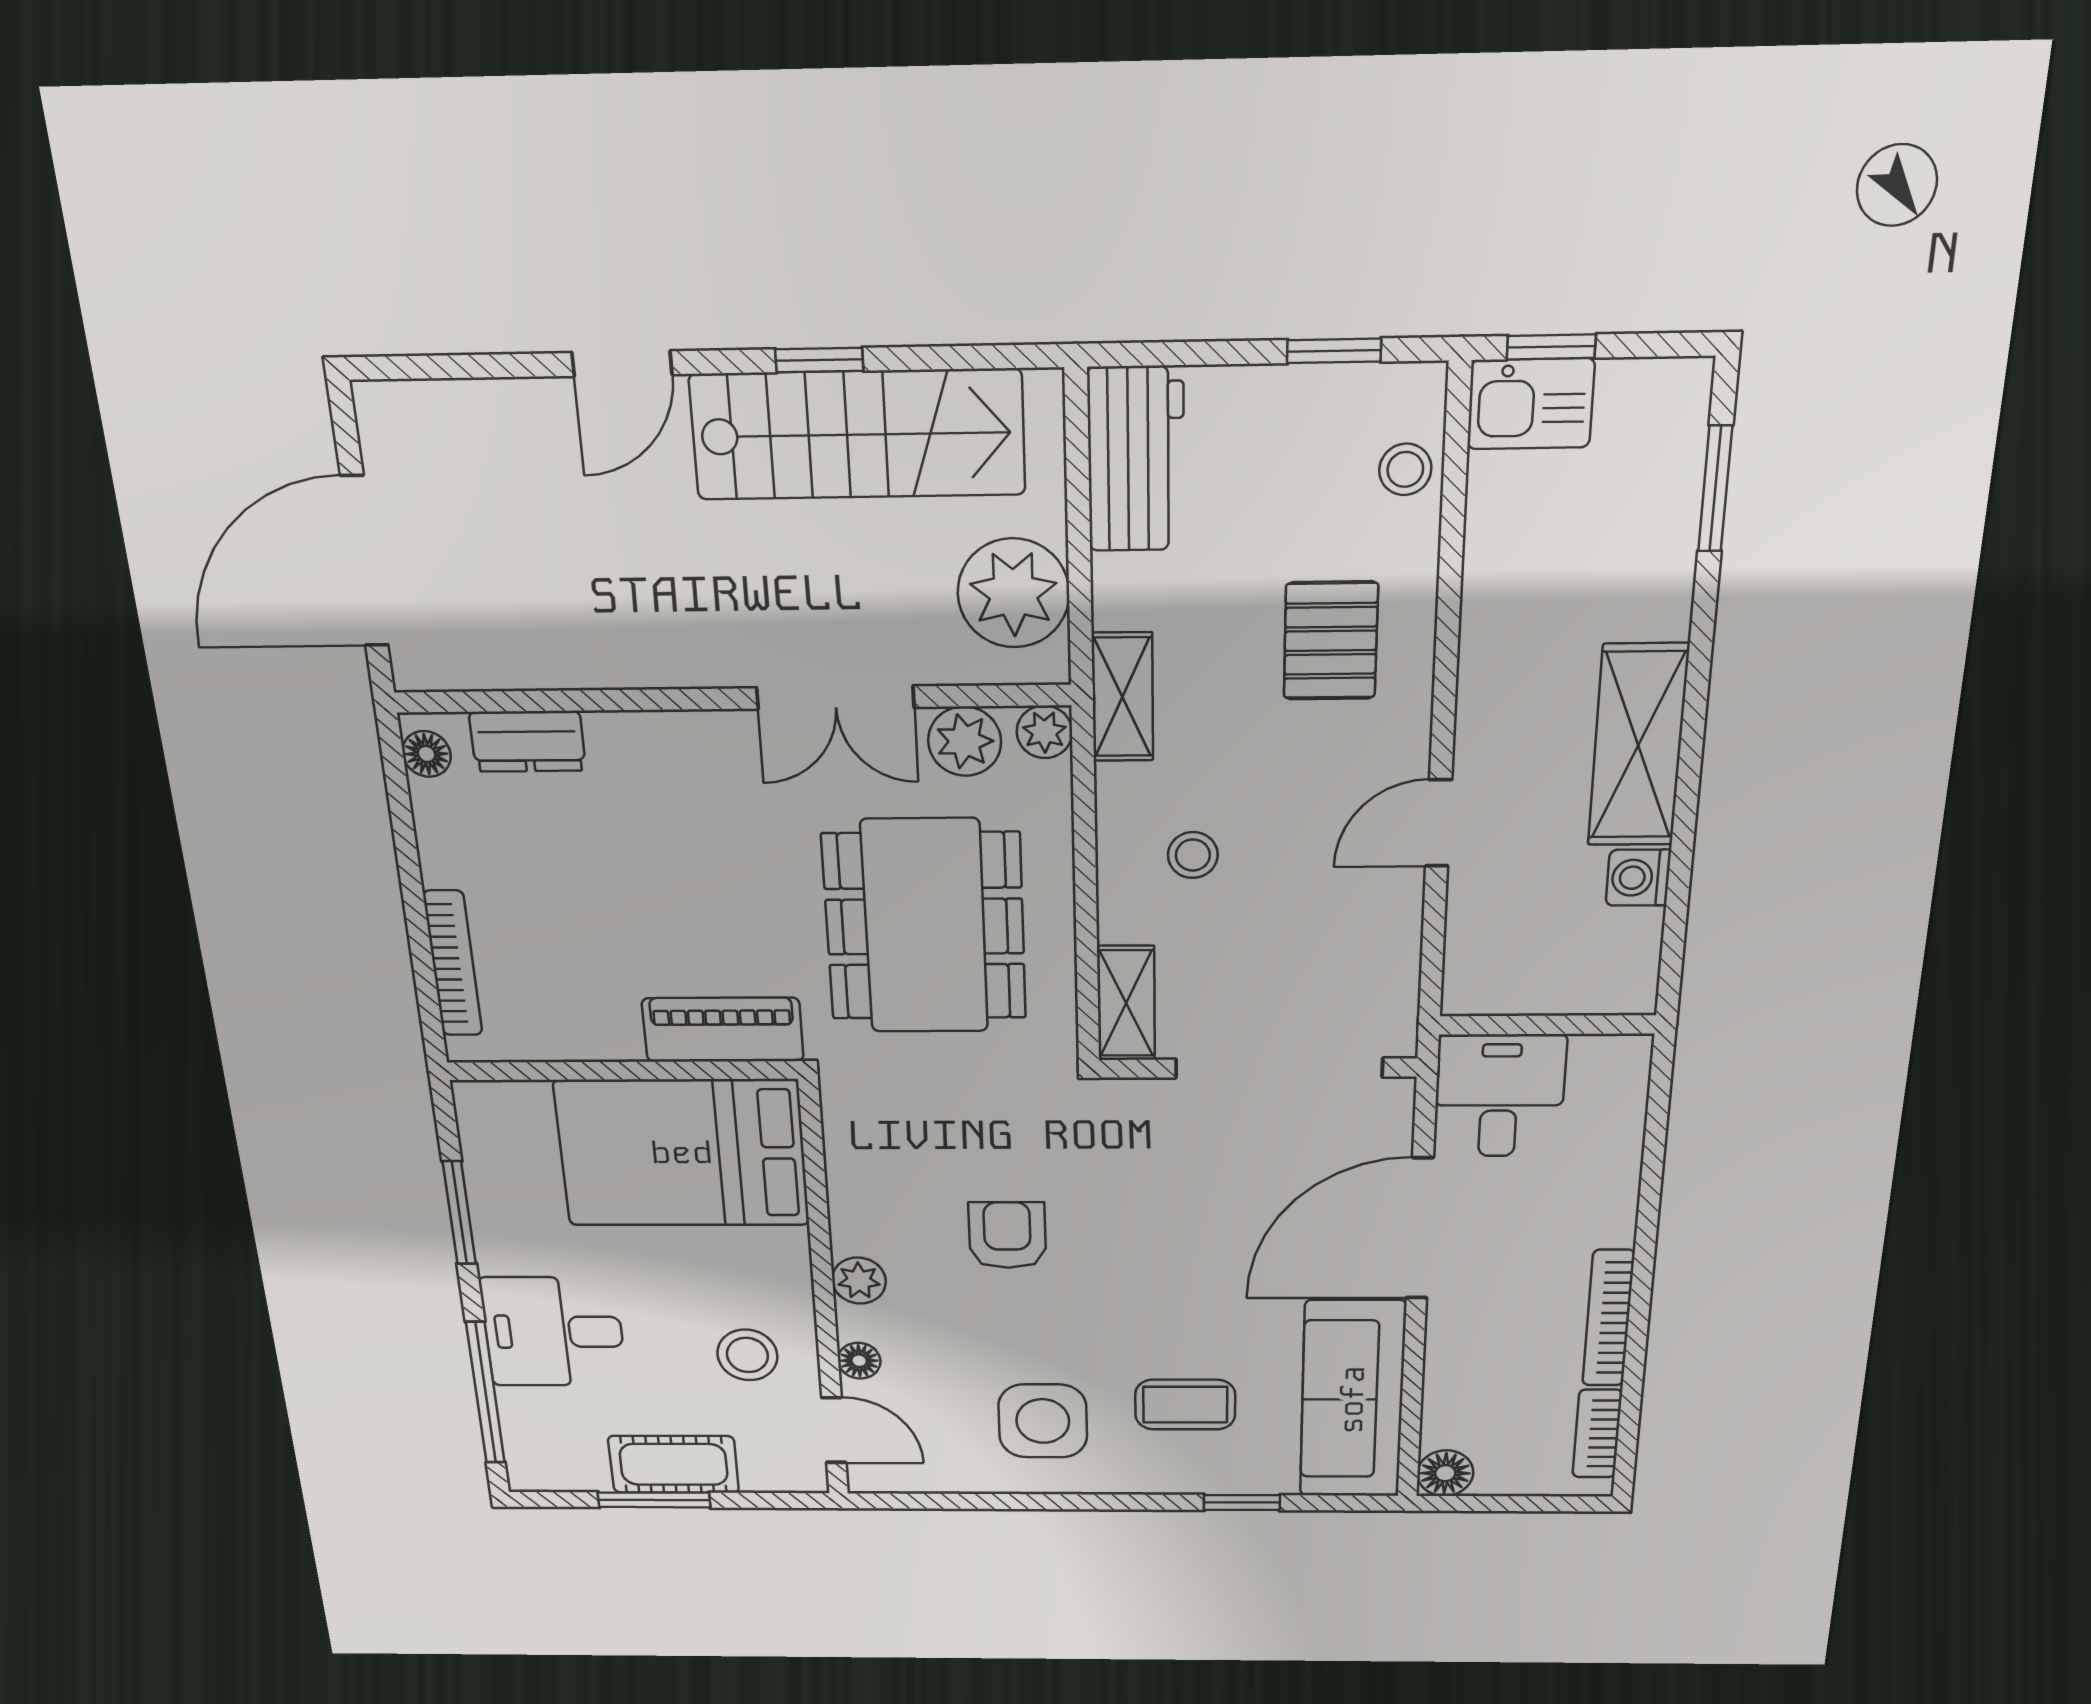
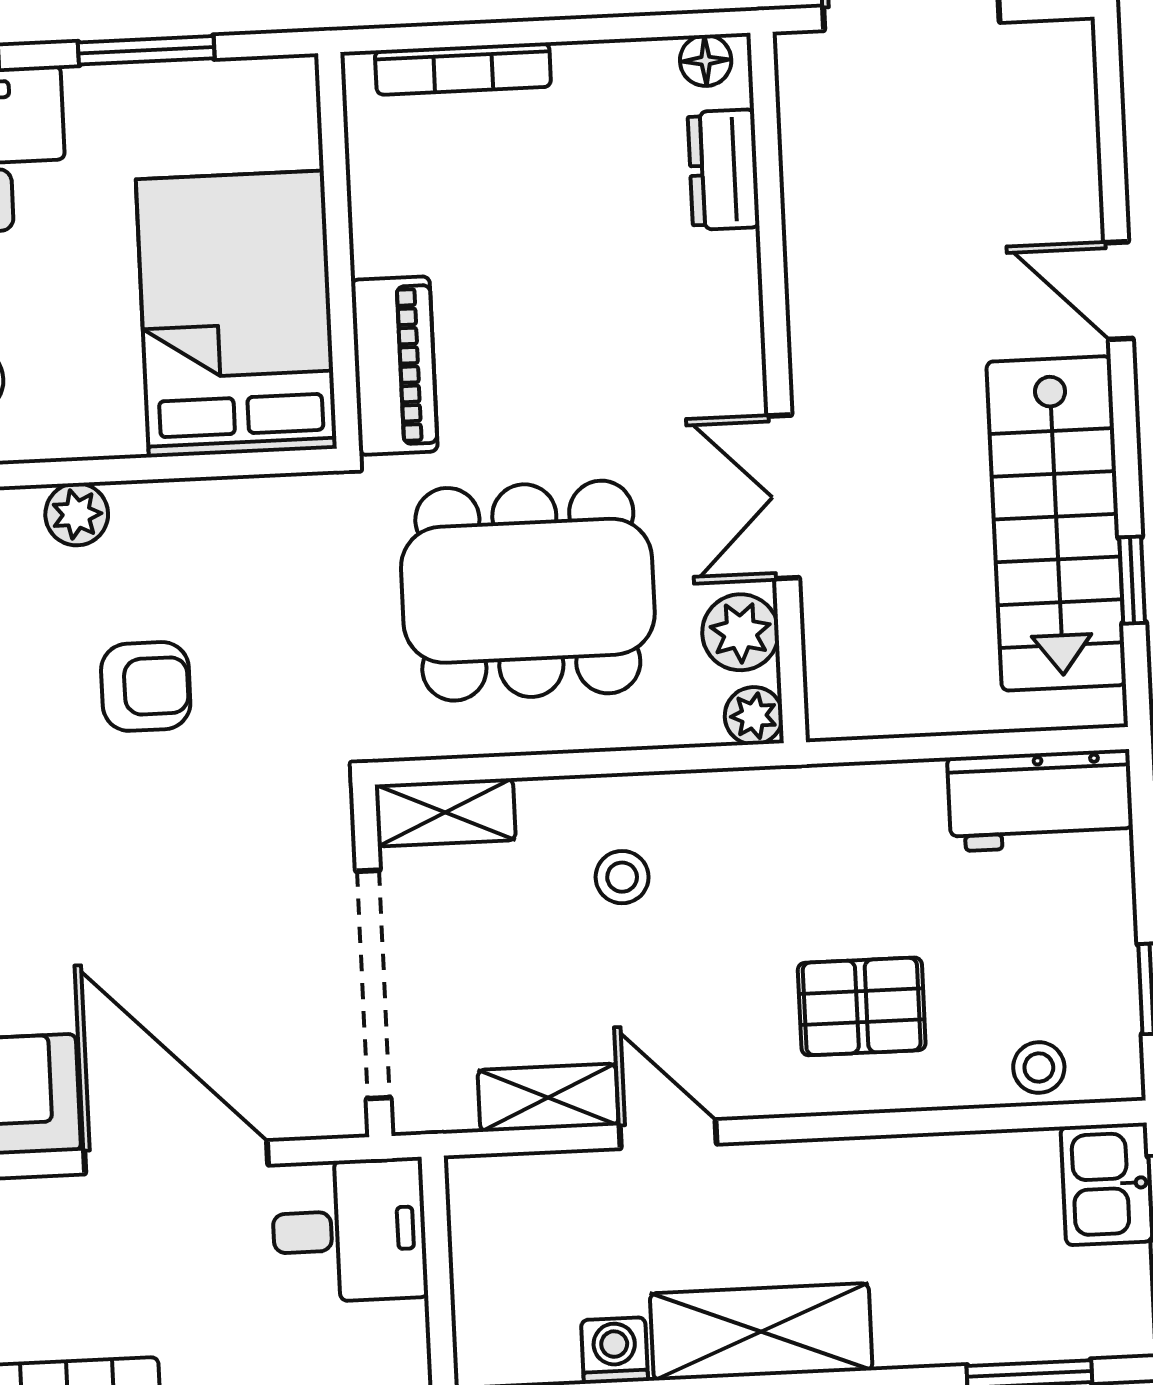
window: (819, 360) -> (1132, 580), moved
plant: (1013, 593) -> (901, 681), removed
shelving: (1123, 697) -> (548, 1098), moved

